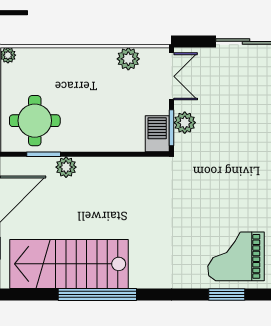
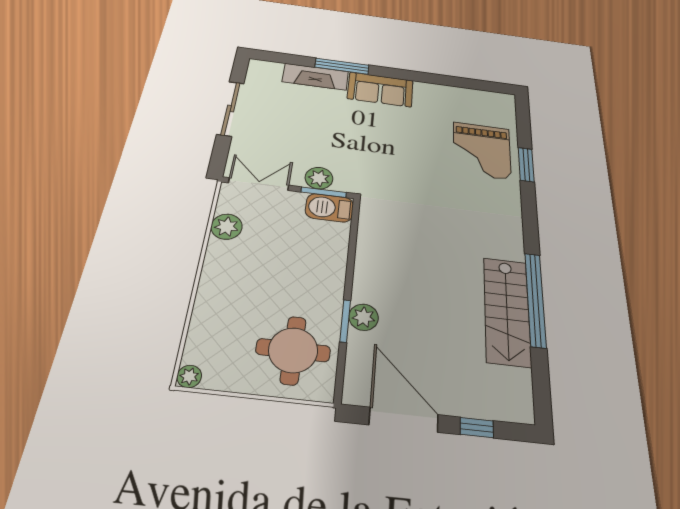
window: (44, 154) -> (345, 321), moved
stairs: (69, 264) -> (507, 311), width x0.73, depth x0.66

